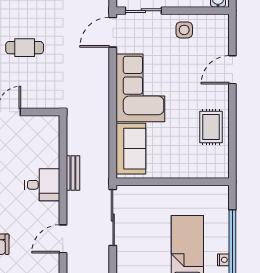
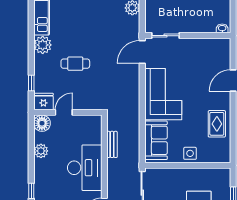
side table: (184, 30) -> (190, 153), moved
bench: (73, 173) -> (112, 144), moved
desk: (42, 185) -> (85, 168), width x1.87, depth x1.30

